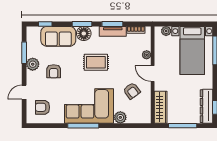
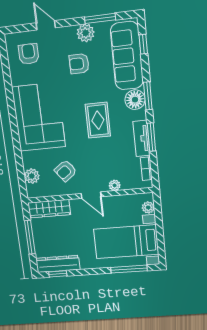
sofa: (58, 36) -> (127, 56), width x1.36
door: (153, 73) -> (91, 195), swing flipped
plant: (120, 117) -> (32, 176), moved
window: (83, 126) -> (12, 112), removed

